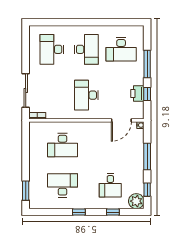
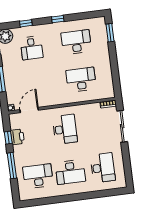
desk: (86, 49) -> (70, 172), turned -90
desk: (63, 185) -> (76, 42), turned 180
desk: (110, 185) -> (32, 48), turned 180

